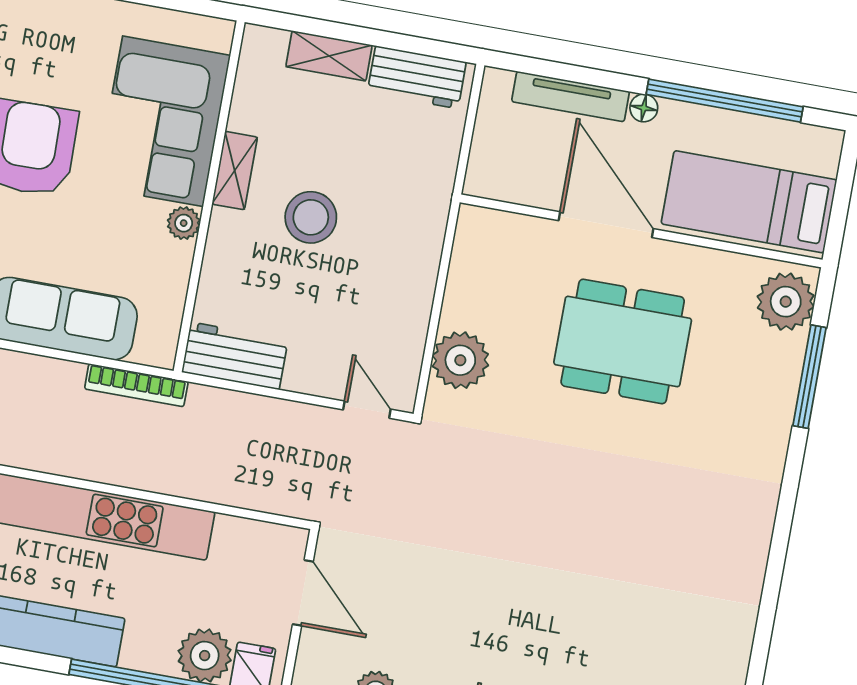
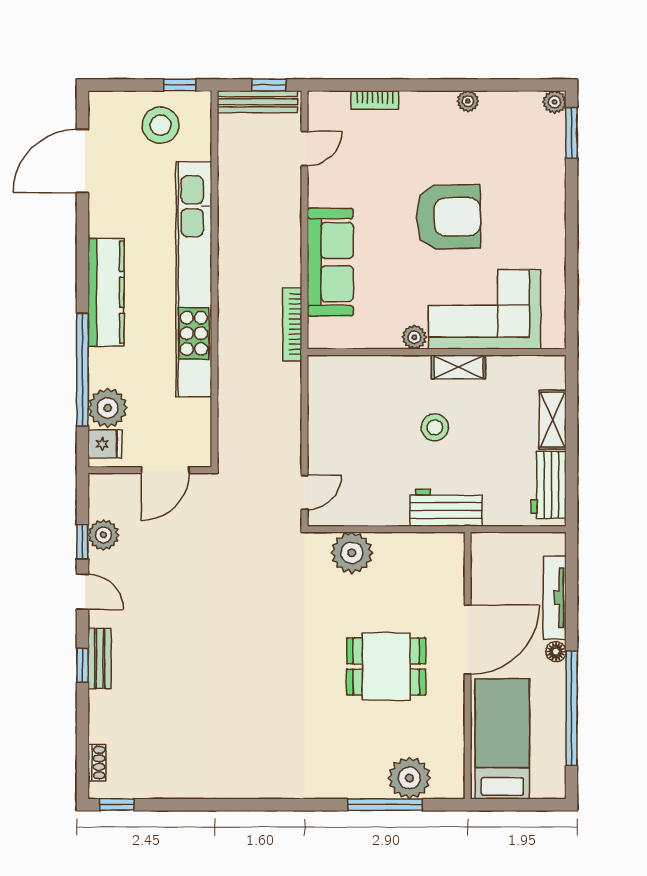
stool: (311, 217) -> (435, 427), width x0.73, depth x0.73
plant: (786, 302) -> (409, 778), moved
dining table: (623, 341) -> (386, 666), width x0.73
workbench: (235, 356) -> (446, 508), moved, turned -90

